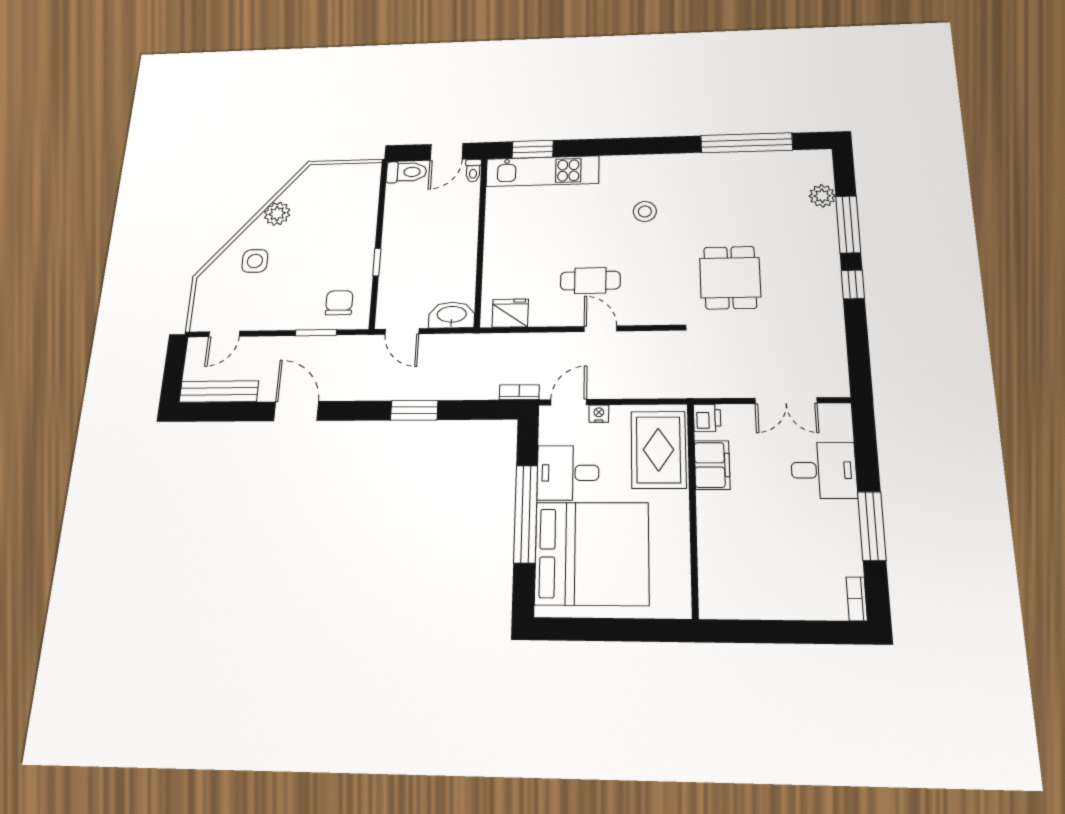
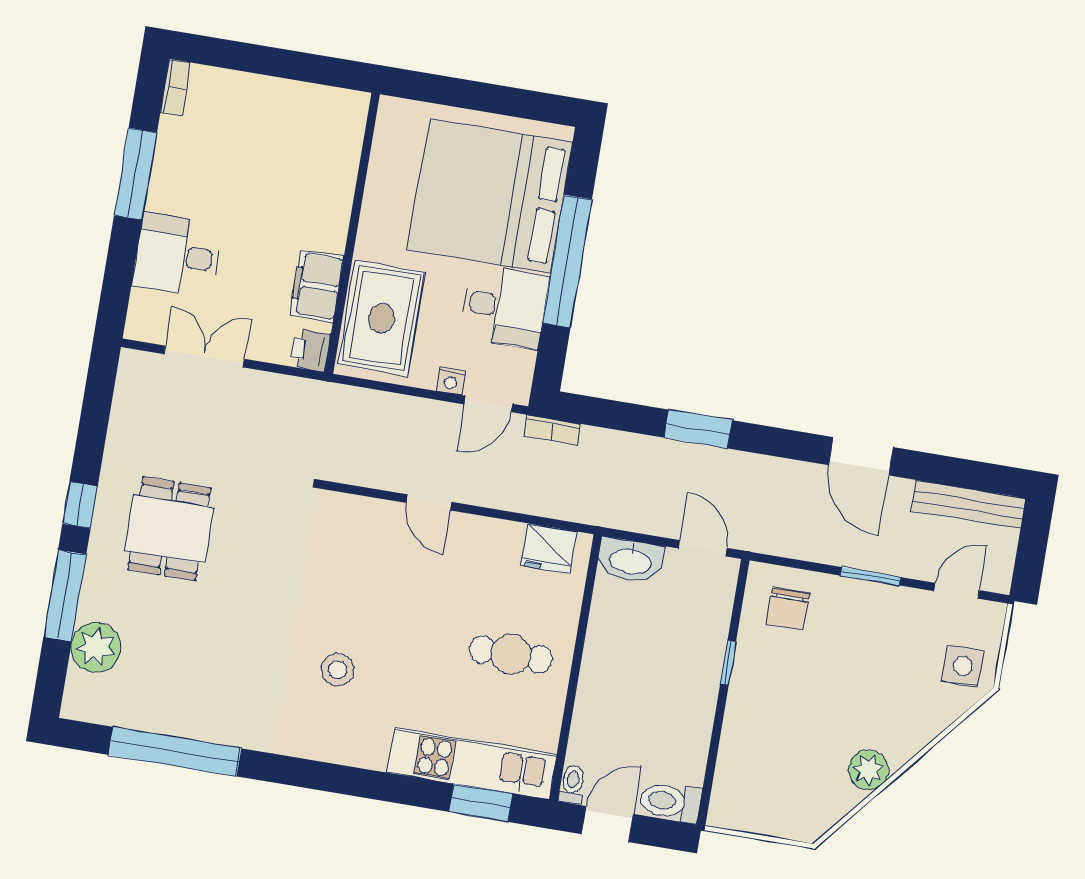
plant: (822, 196) -> (96, 647), width x1.36, depth x1.36
side table: (255, 261) -> (963, 666), moved
dining table: (730, 278) -> (169, 529), moved
cafe table: (590, 281) -> (511, 654), moved
window: (316, 333) -> (871, 576), moved

